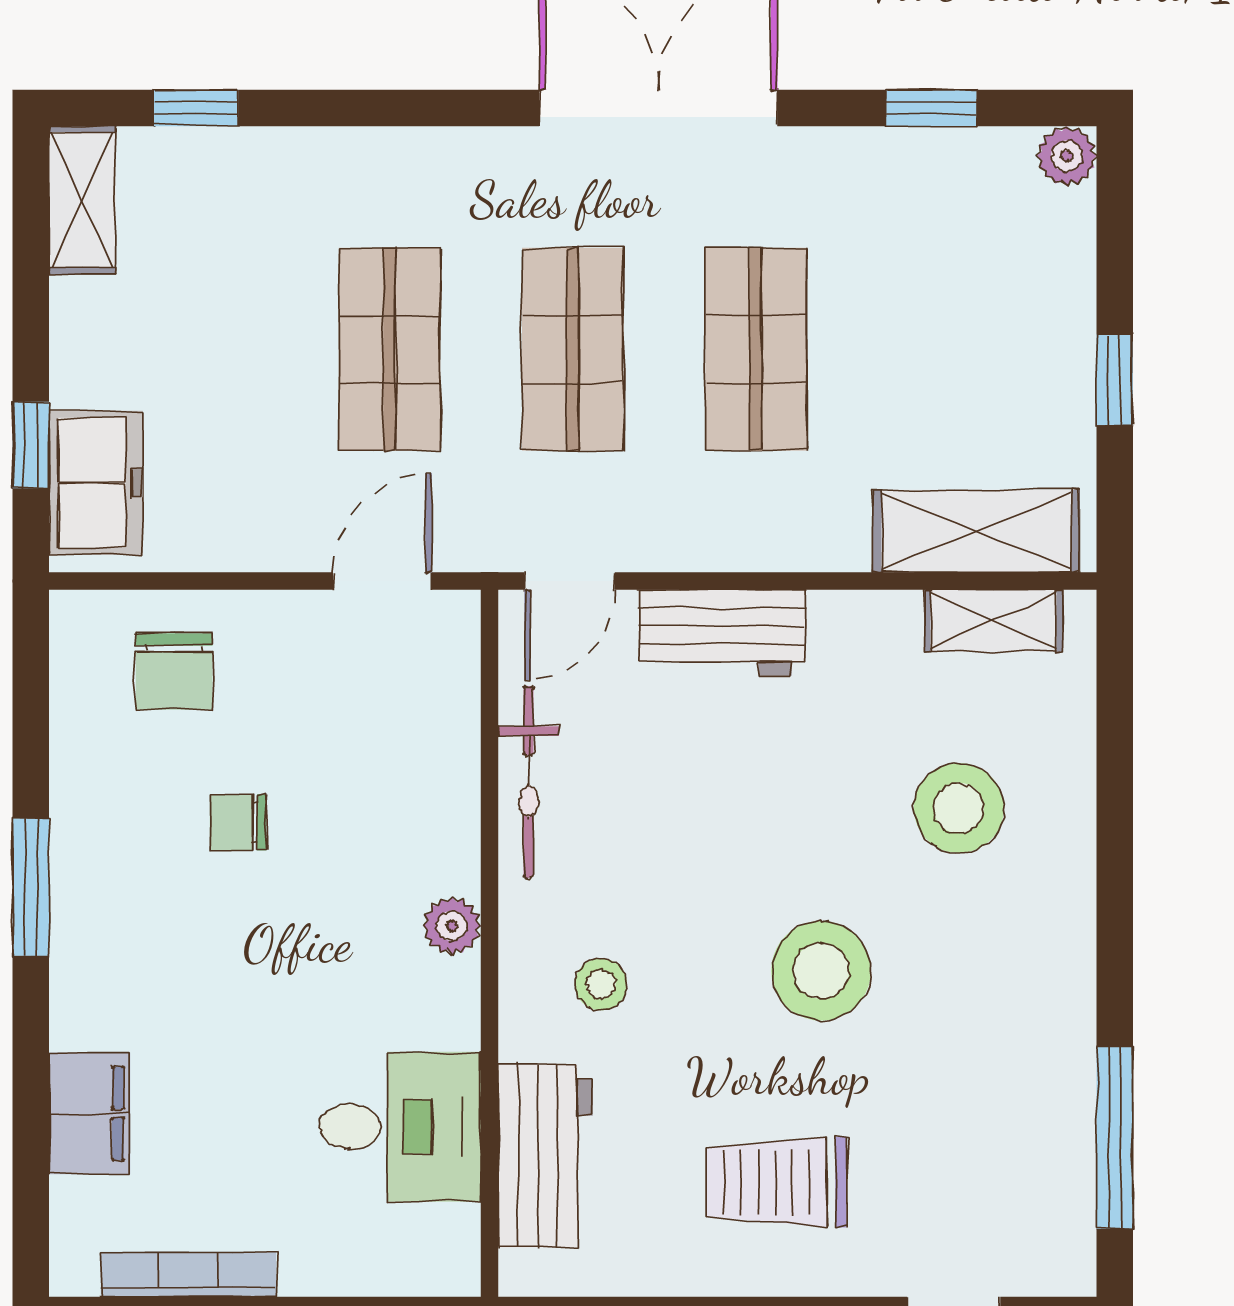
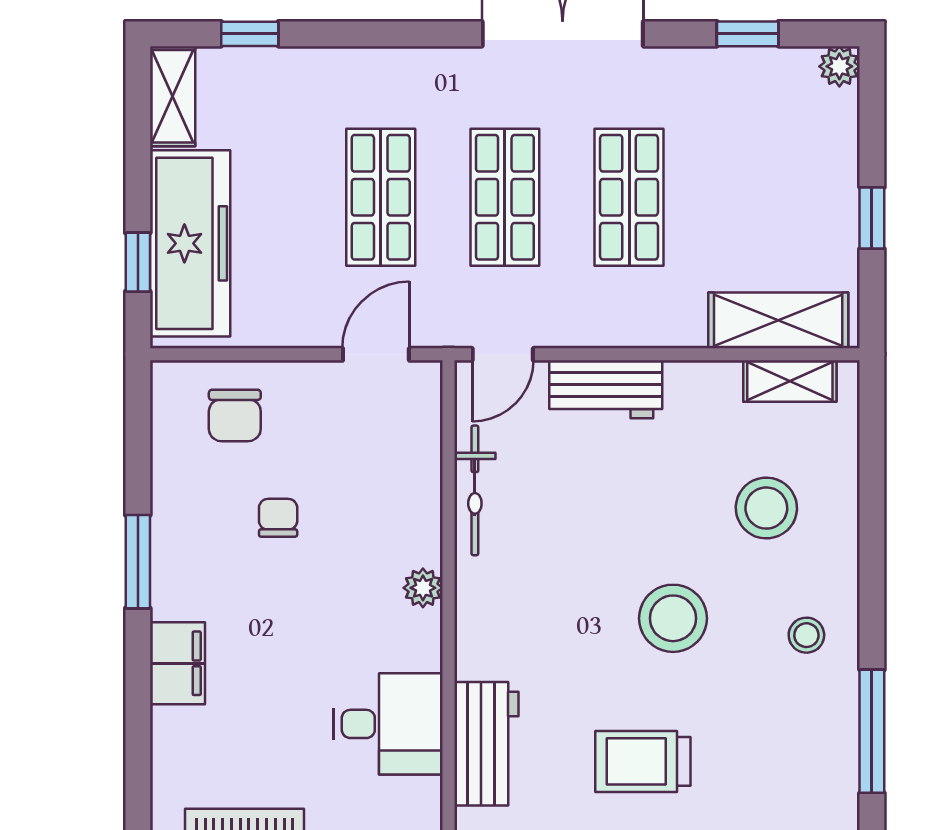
freezer: (96, 483) -> (190, 243), width x1.91, depth x1.26
chair: (238, 822) -> (278, 518), turned 90
stool: (601, 984) -> (806, 635), moved
filing cabinet: (89, 1113) -> (177, 663), moved

